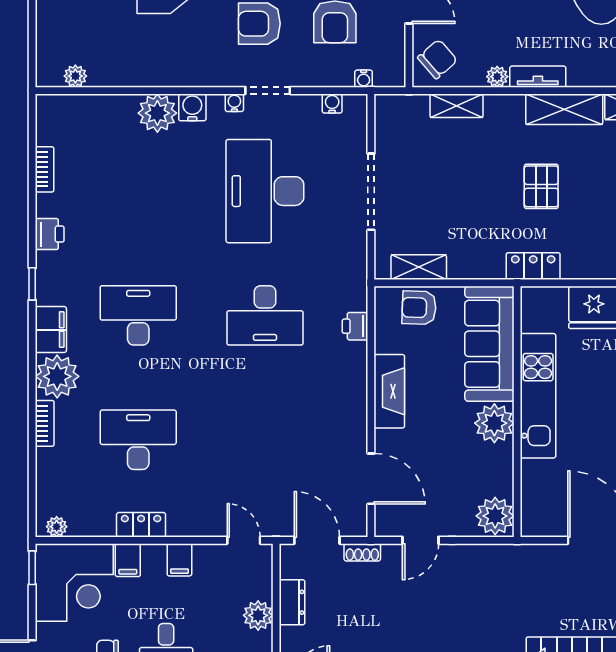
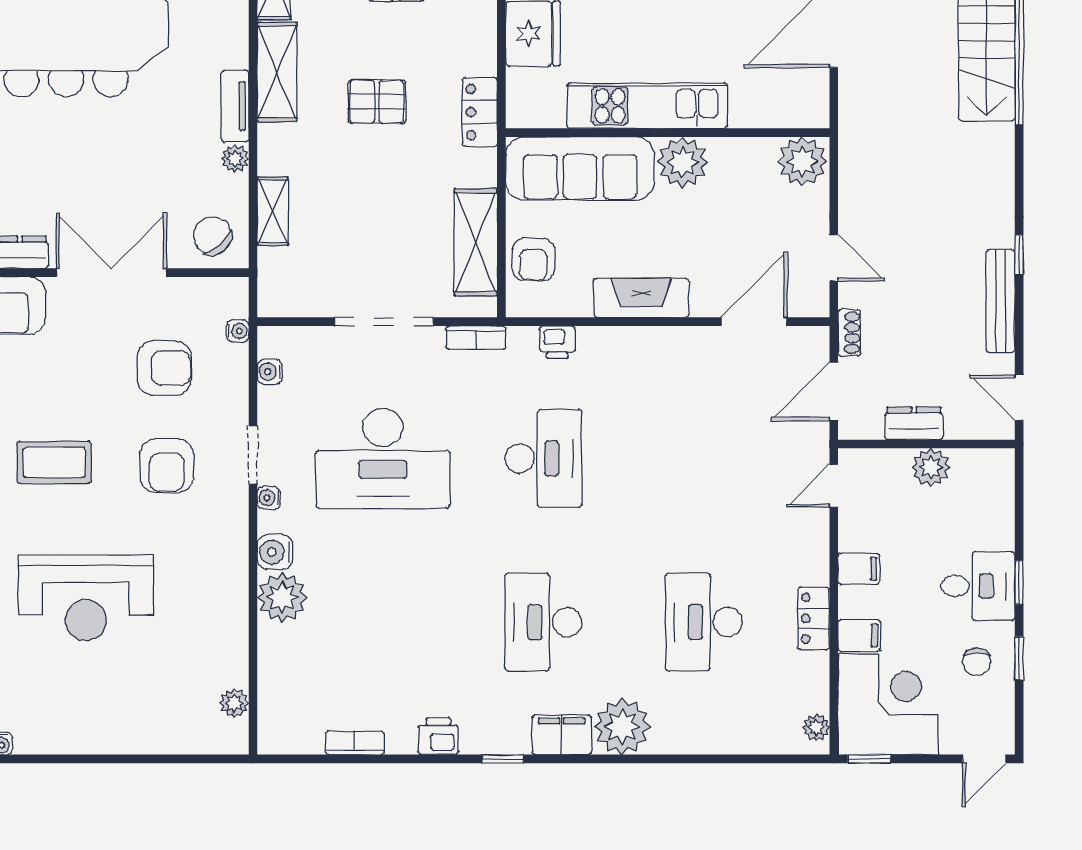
shelving: (419, 267) -> (476, 242), width x1.50, depth x1.33
bookcase: (45, 423) -> (476, 338), moved, turned 180

